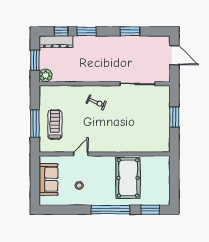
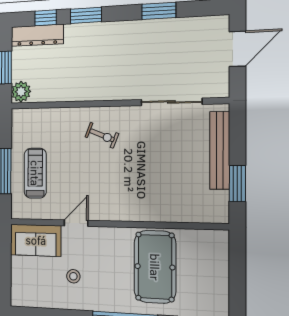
door: (174, 55) -> (237, 49), hinge flipped
bench: (165, 112) -> (220, 150), added
window: (174, 117) -> (237, 183), moved
sofa: (49, 179) -> (36, 240), moved, turned 90

